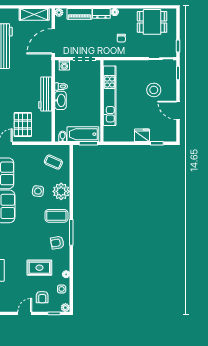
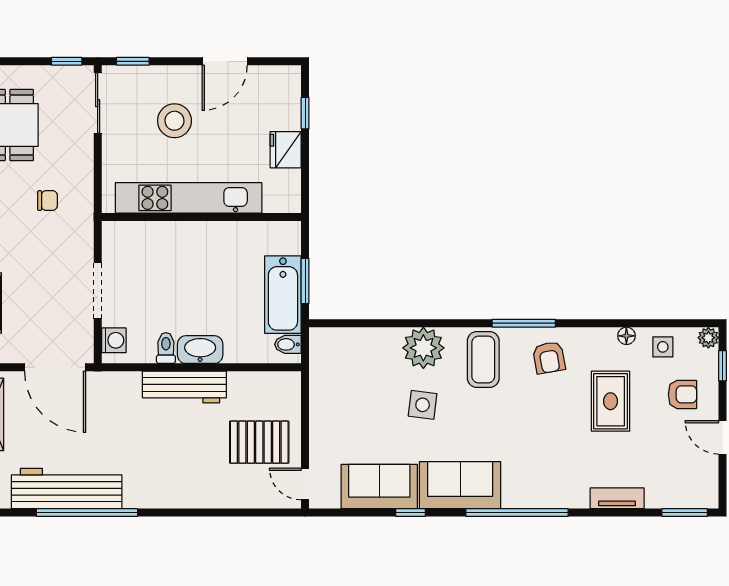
kitchen unit: (110, 96) -> (189, 198), moved
wall: (102, 101) -> (201, 217), moved
coffee table: (53, 162) -> (351, 367), removed

